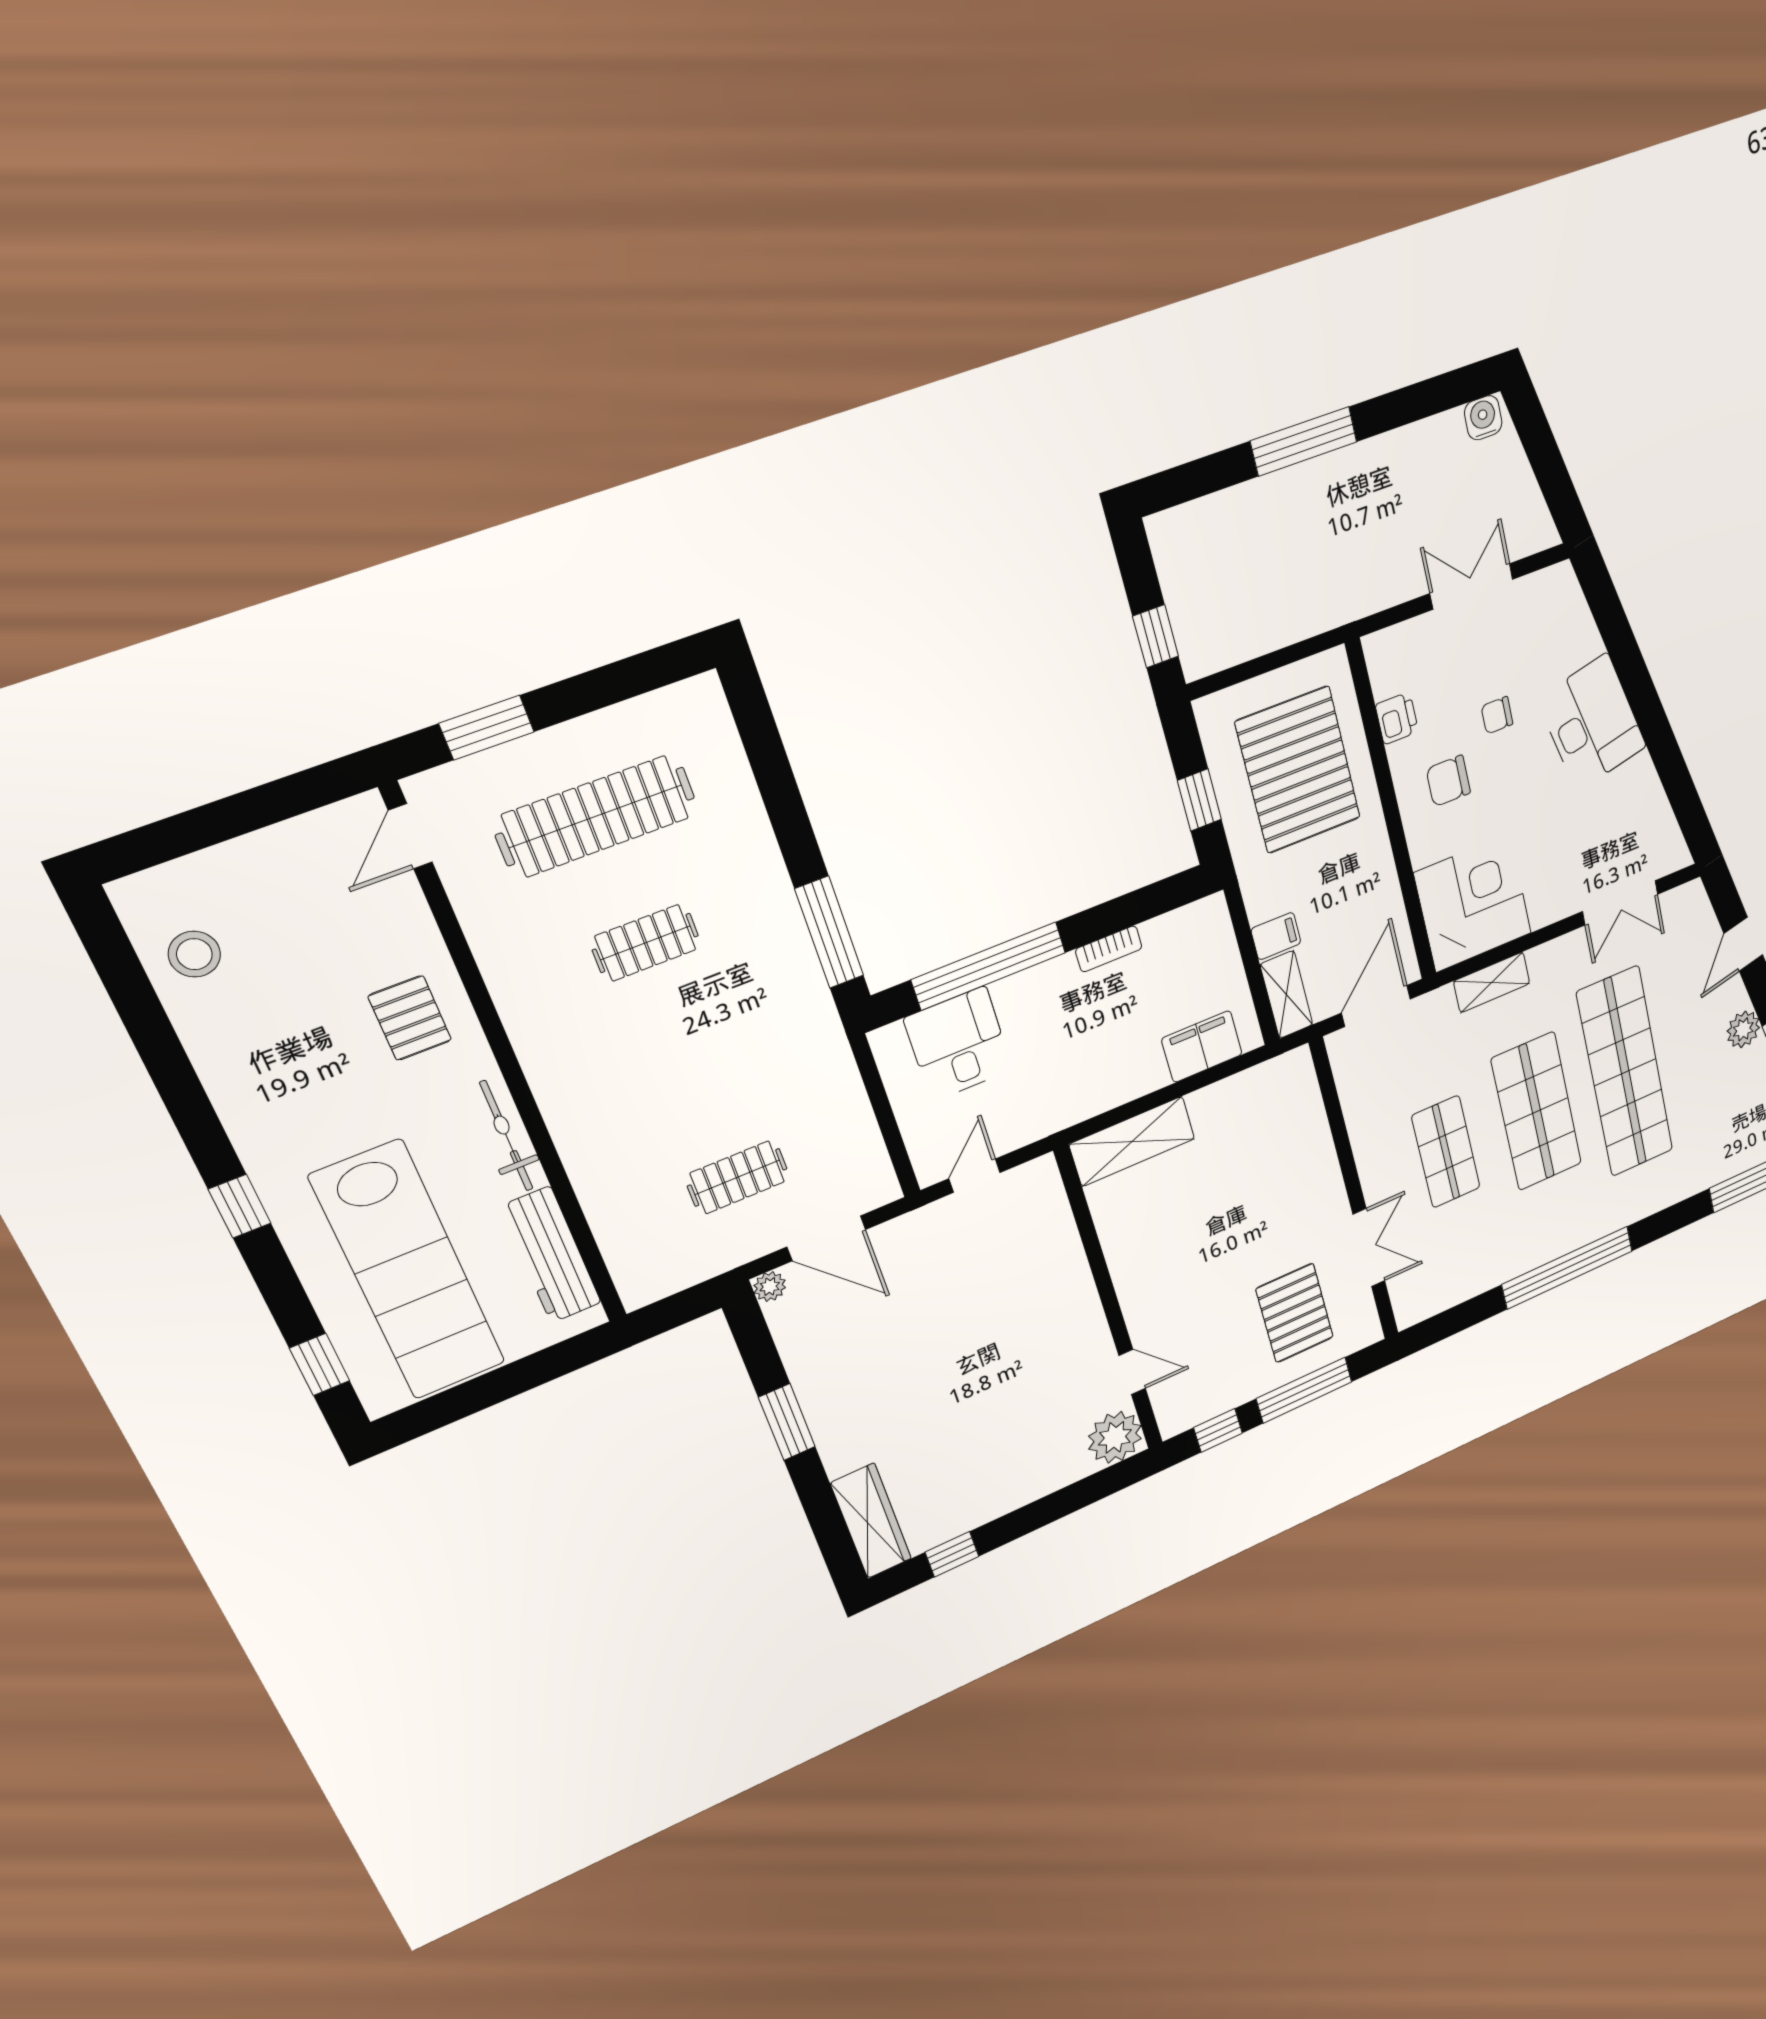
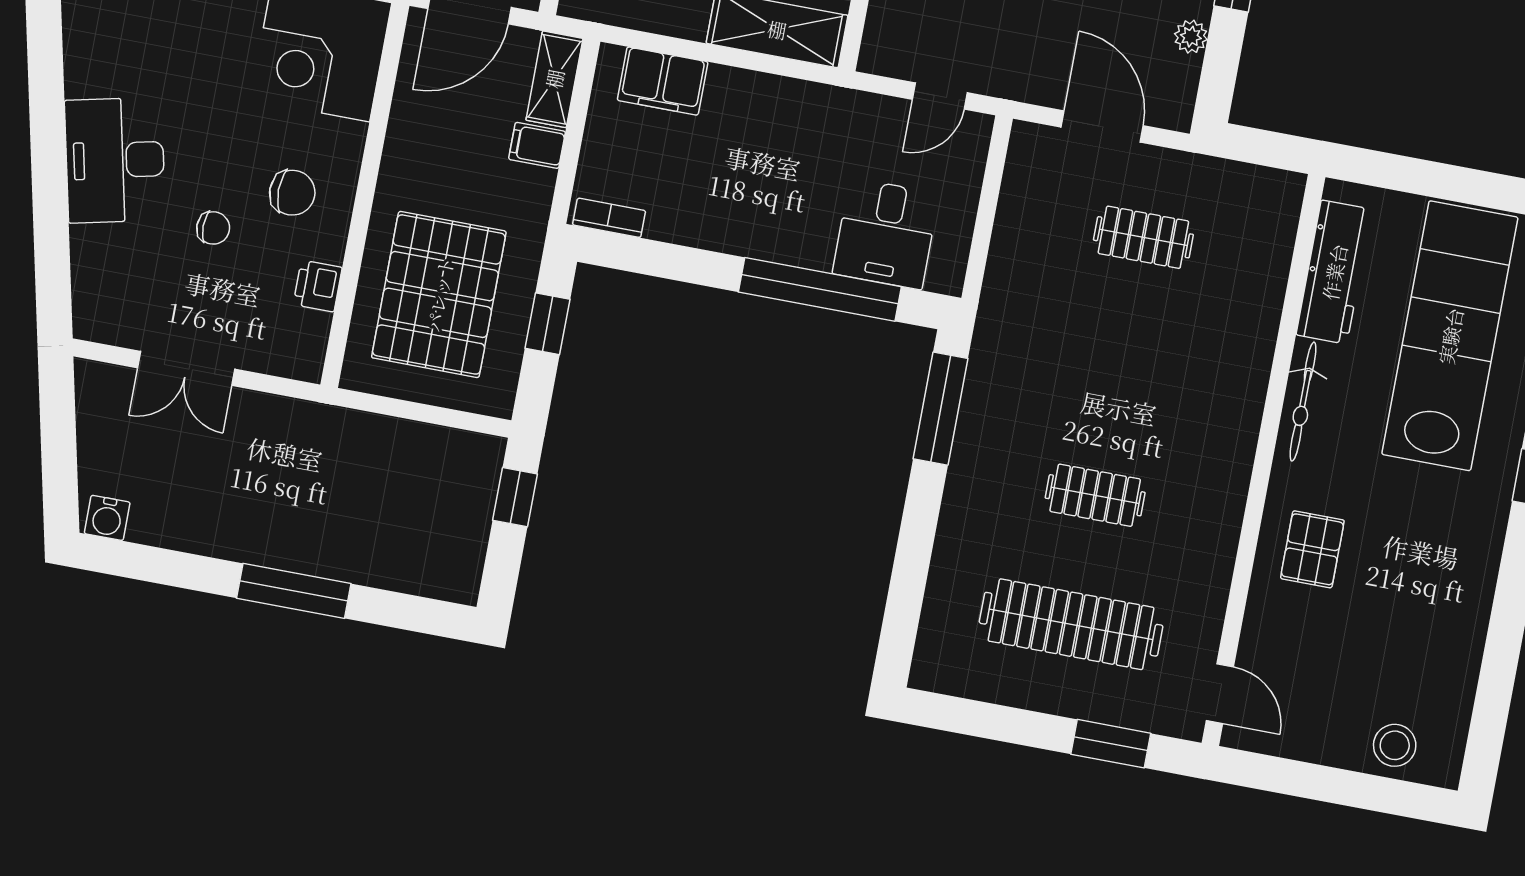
door: (410, 836) -> (1220, 694), hinge flipped
bookcase: (1109, 949) -> (609, 218), moved
stool: (194, 954) -> (1395, 745), moved
plant: (770, 1287) -> (1191, 37), moved

